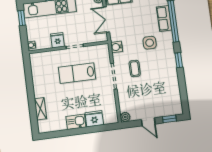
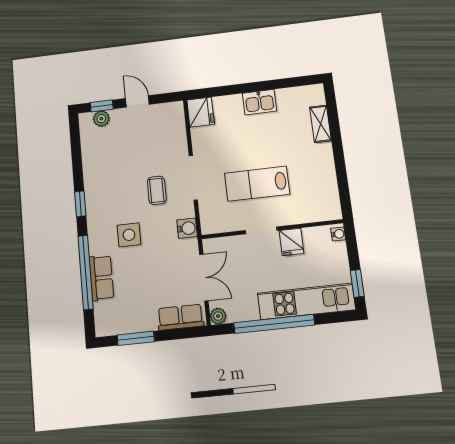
lab bench: (77, 73) -> (257, 184), turned 180
plant: (125, 117) -> (101, 119), moved
fridge: (94, 119) -> (201, 112), moved, turned -90

